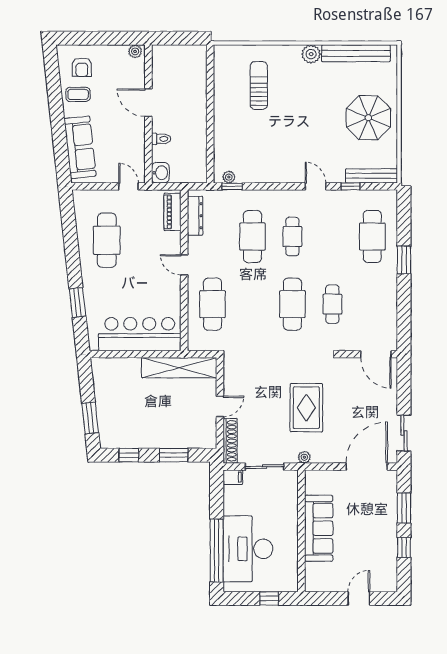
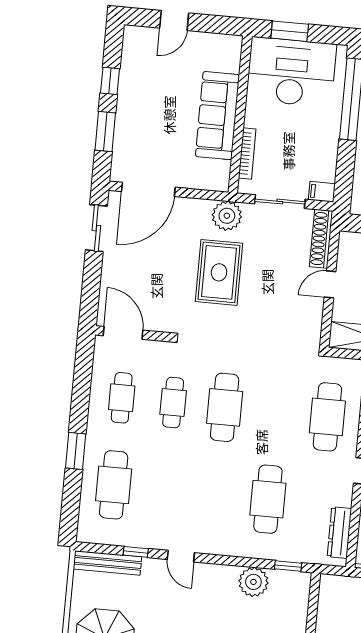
plant: (229, 177) -> (253, 582), moved, width x1.88, depth x1.88
cafe table: (292, 236) -> (122, 398), moved
plant: (304, 457) -> (227, 216), width x1.87, depth x1.87
bookcase: (293, 501) -> (247, 153), added
desk: (248, 549) -> (291, 72), moved, turned -90
window: (269, 598) -> (290, 31), width x1.50

